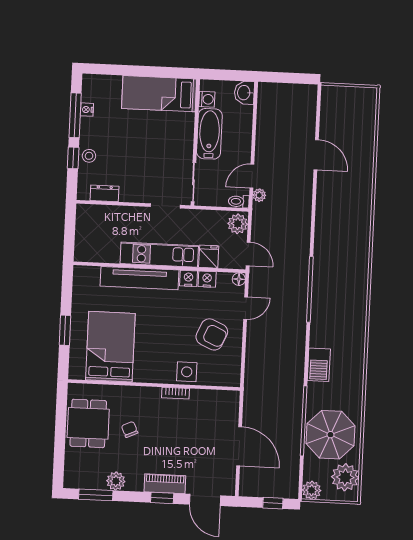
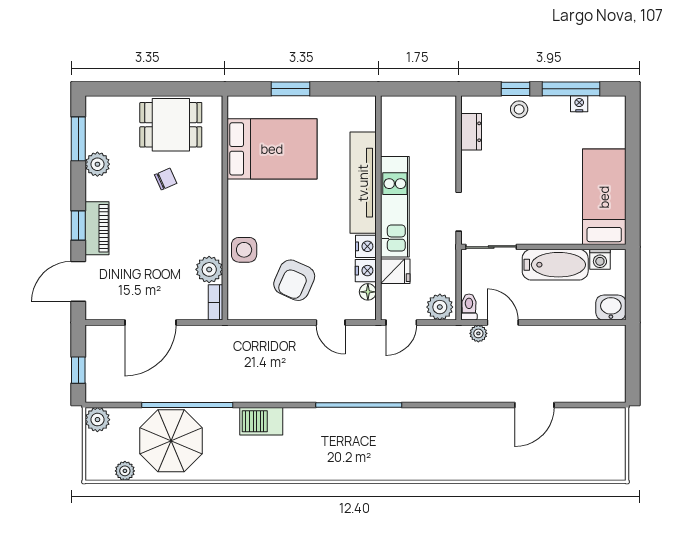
floor lamp: (239, 279) -> (368, 292), moved
bookcase: (175, 393) -> (216, 302), moved
plant: (201, 399) -> (209, 269), added
plant: (345, 477) -> (125, 471), width x0.53, depth x0.53

